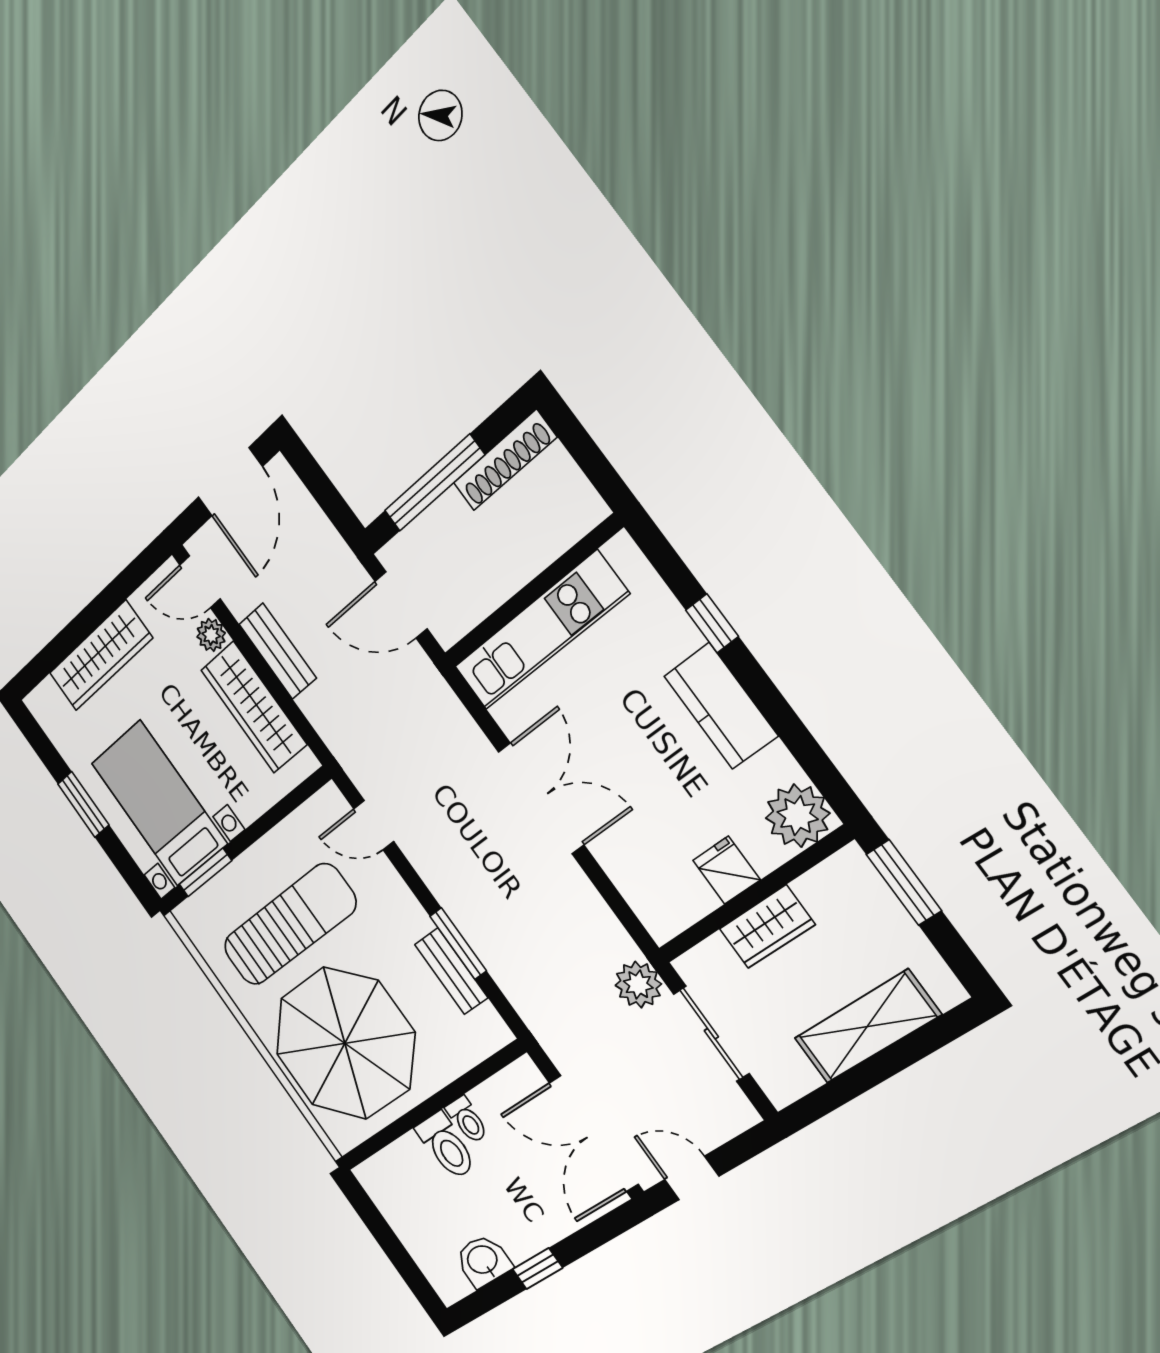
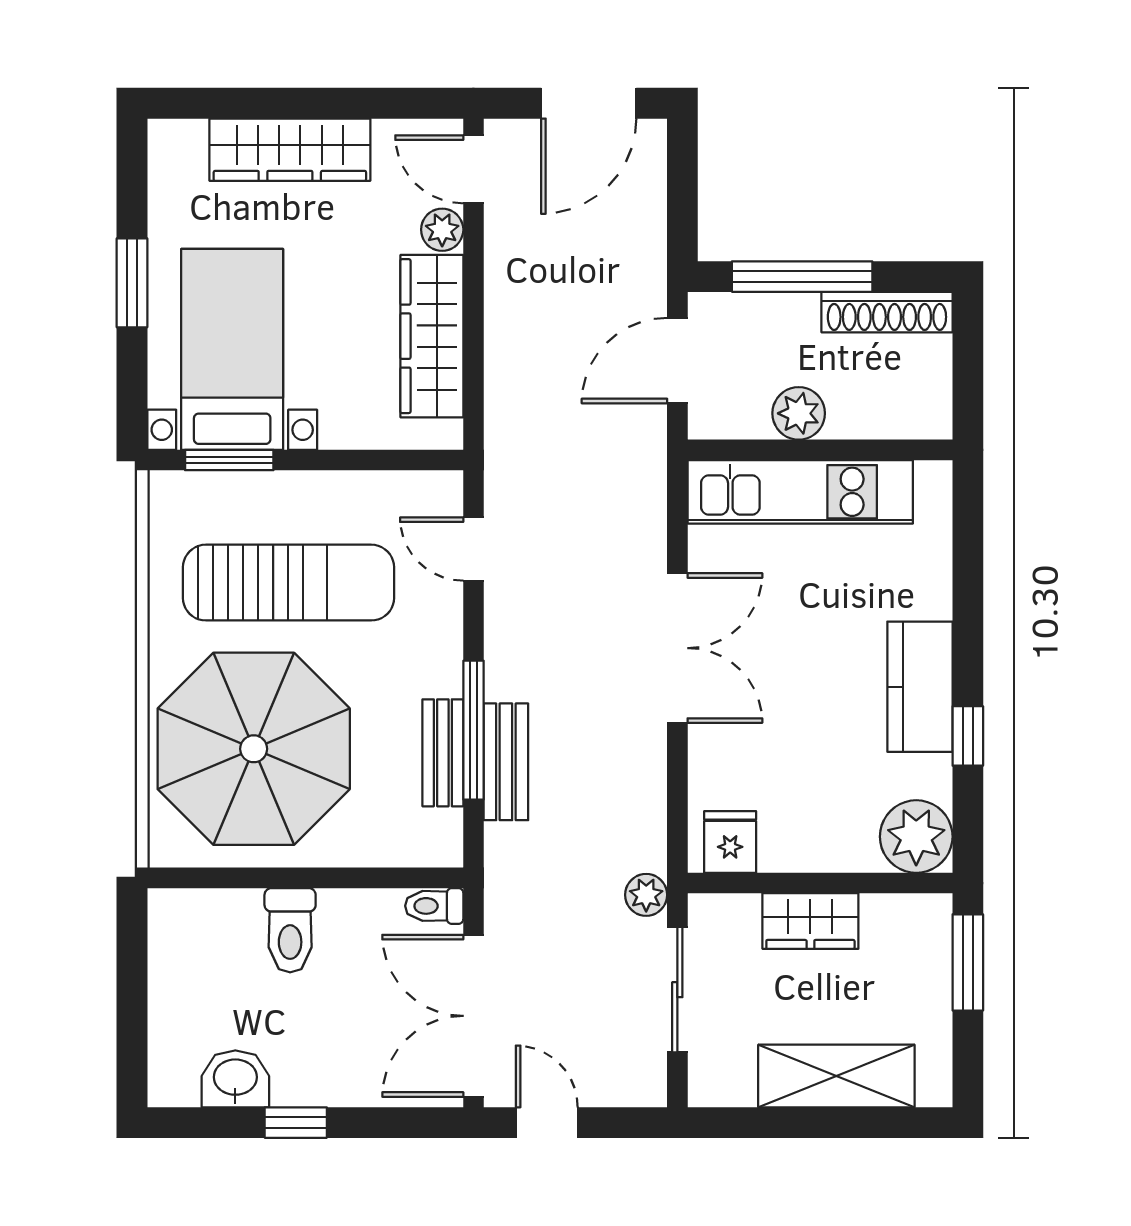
plant: (500, 578) -> (799, 413), added
door: (401, 605) -> (677, 361), hinge flipped
window: (712, 623) -> (968, 736), moved
bench: (278, 651) -> (506, 762), moved
fridge: (726, 870) -> (730, 842), moved
window: (458, 944) -> (473, 730), width x1.44
plant: (638, 985) -> (646, 895), width x0.73, depth x0.73
toilet: (467, 1120) -> (434, 906), moved, turned 90

